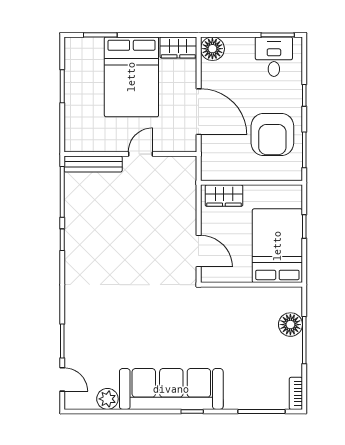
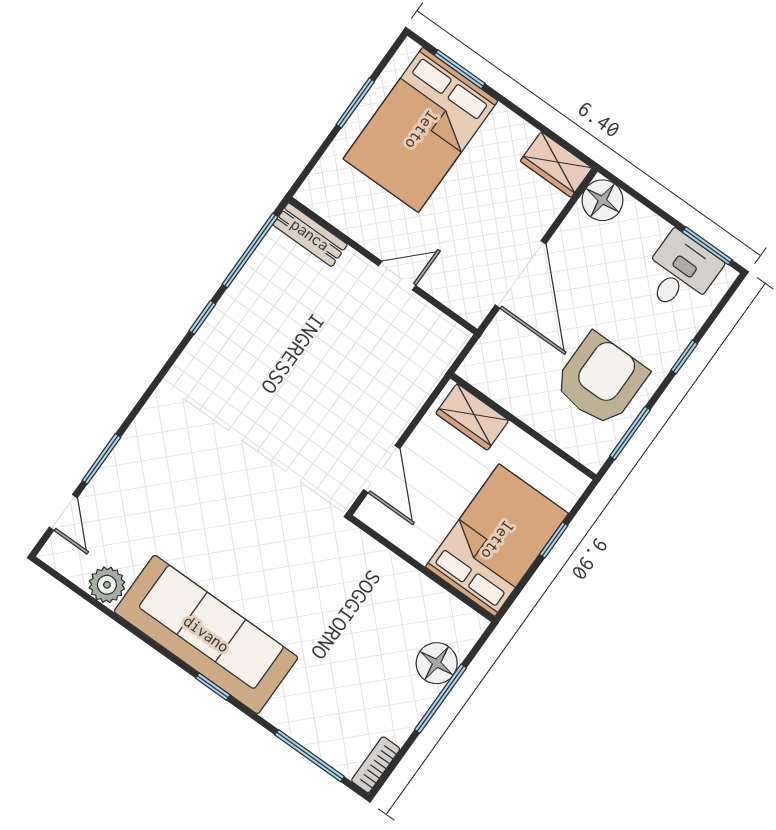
bed: (131, 77) -> (421, 130), moved
armchair: (272, 134) -> (601, 380), turned 180
bench: (93, 164) -> (310, 235), width x0.73

